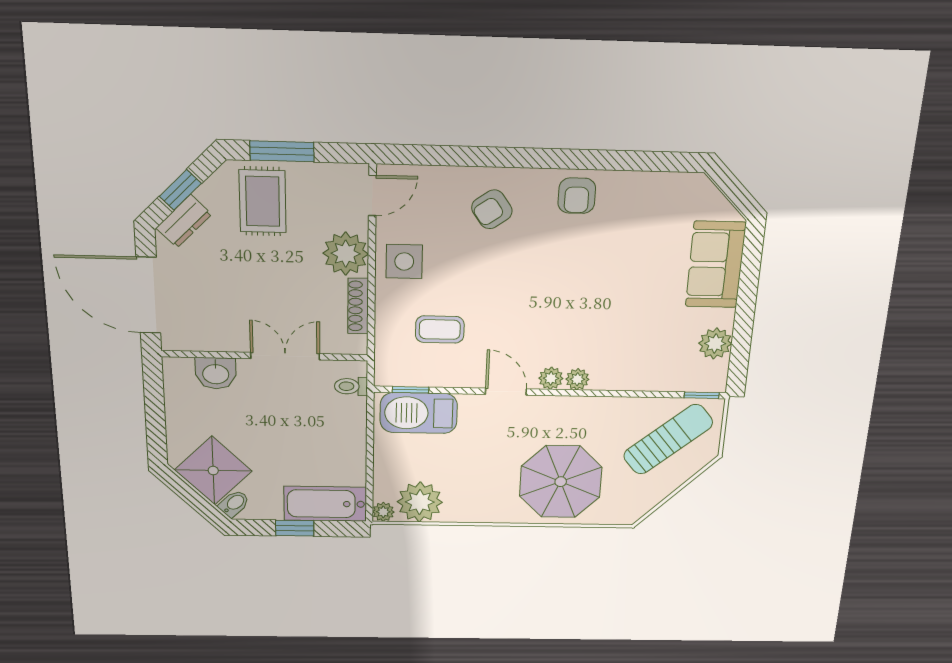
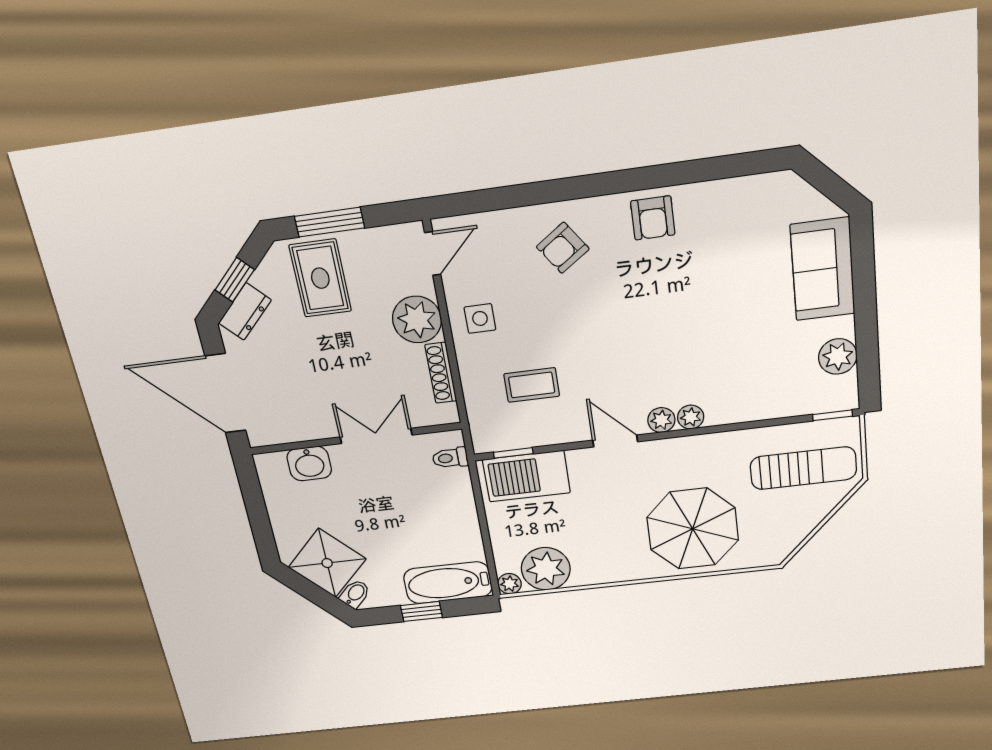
side table: (404, 261) -> (480, 318), width x0.73, depth x0.73
sun lounger: (668, 439) -> (803, 468), turned 40

